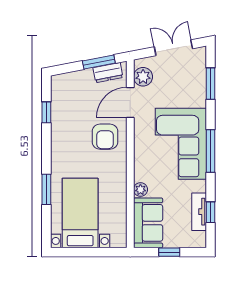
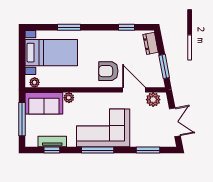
dresser: (108, 73) -> (151, 43), moved
plant: (120, 235) -> (35, 82), added
window: (169, 252) -> (22, 119), width x2.17

